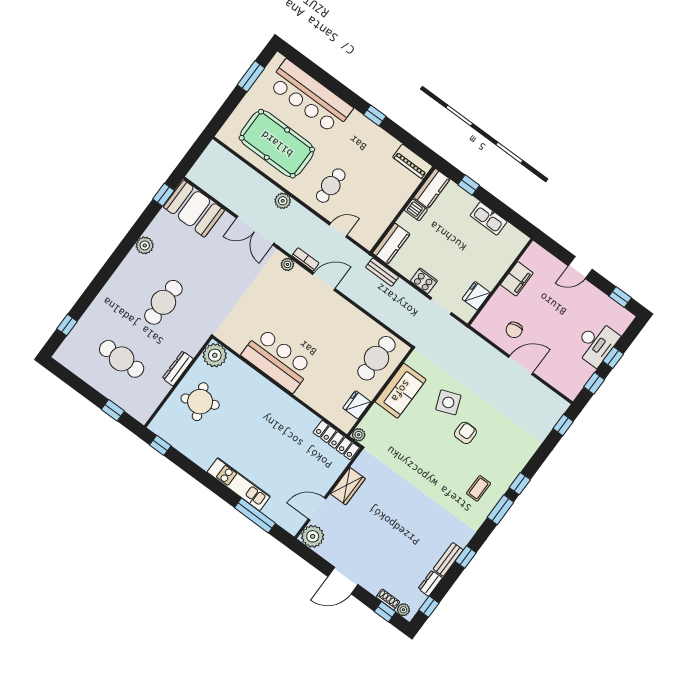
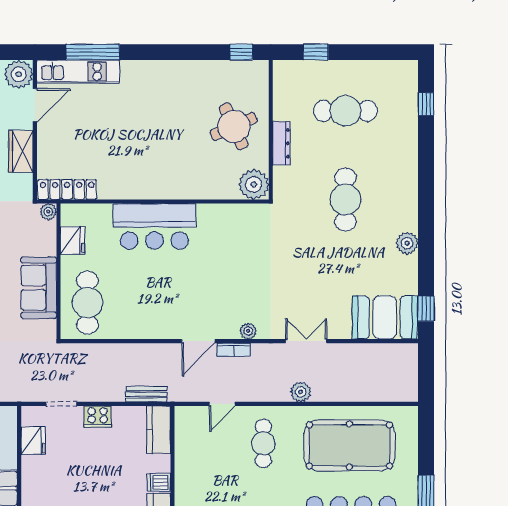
double door: (255, 231) -> (306, 341), width x0.73
bar counter: (277, 360) -> (154, 226), moved
kitchen unit: (239, 484) -> (78, 72), moved

